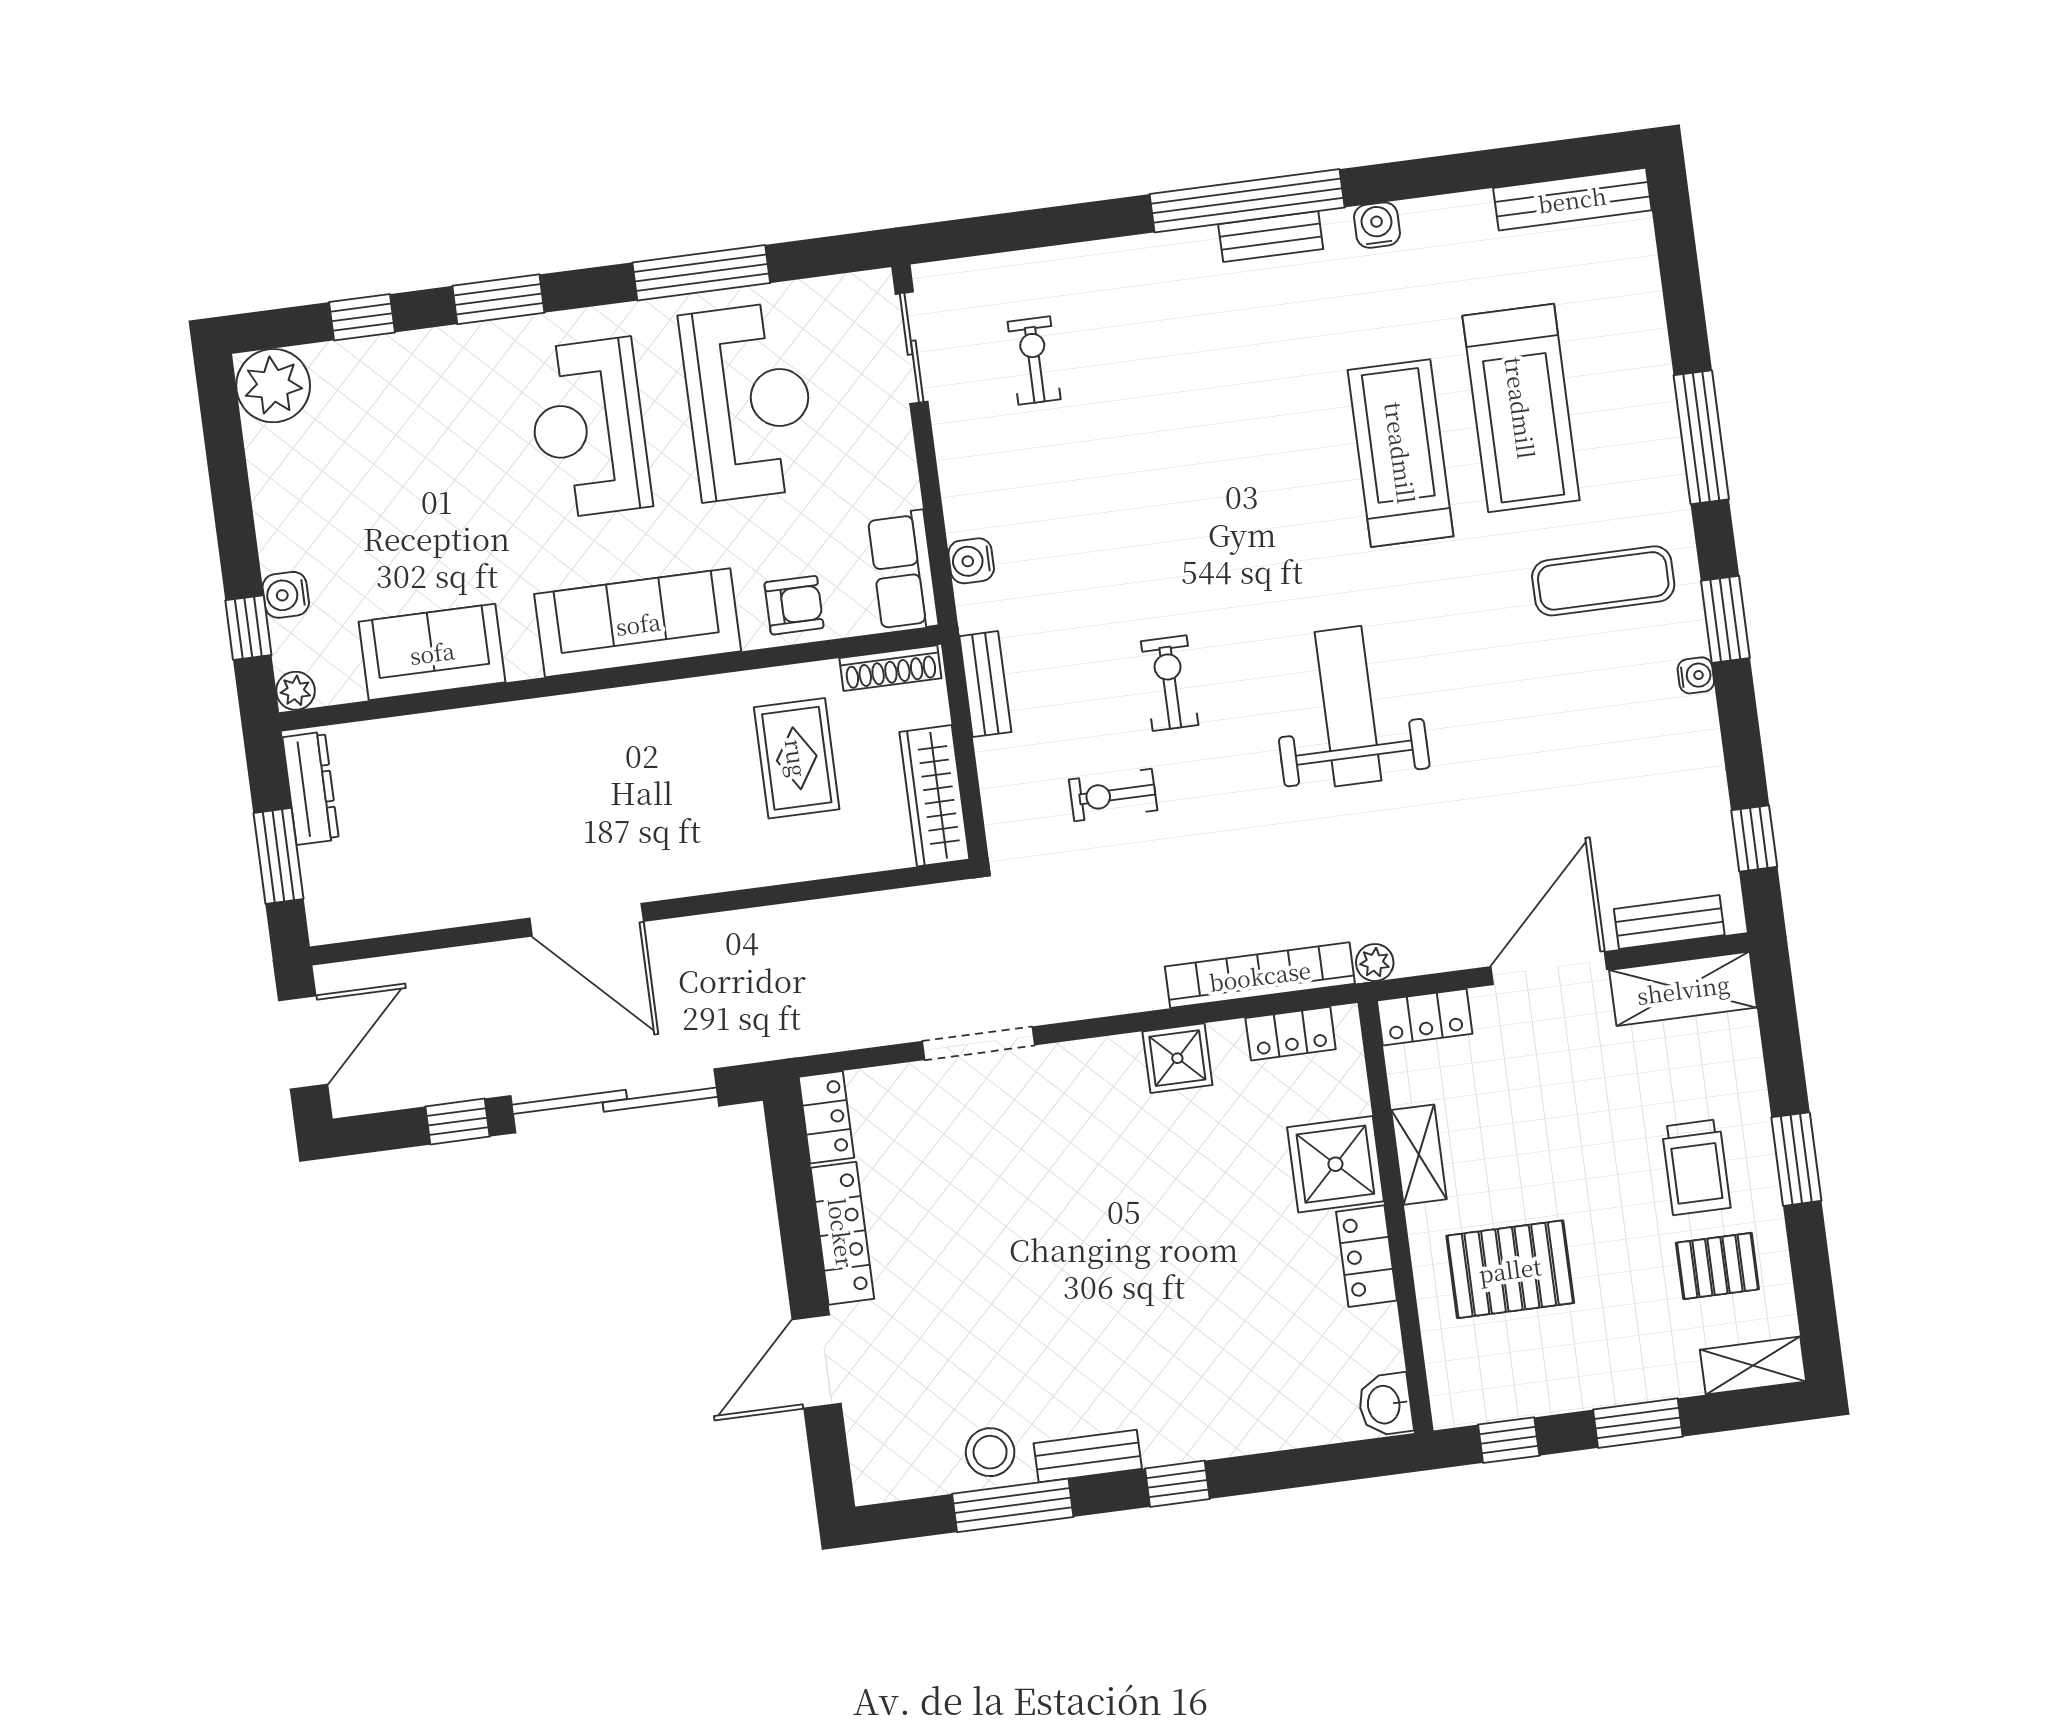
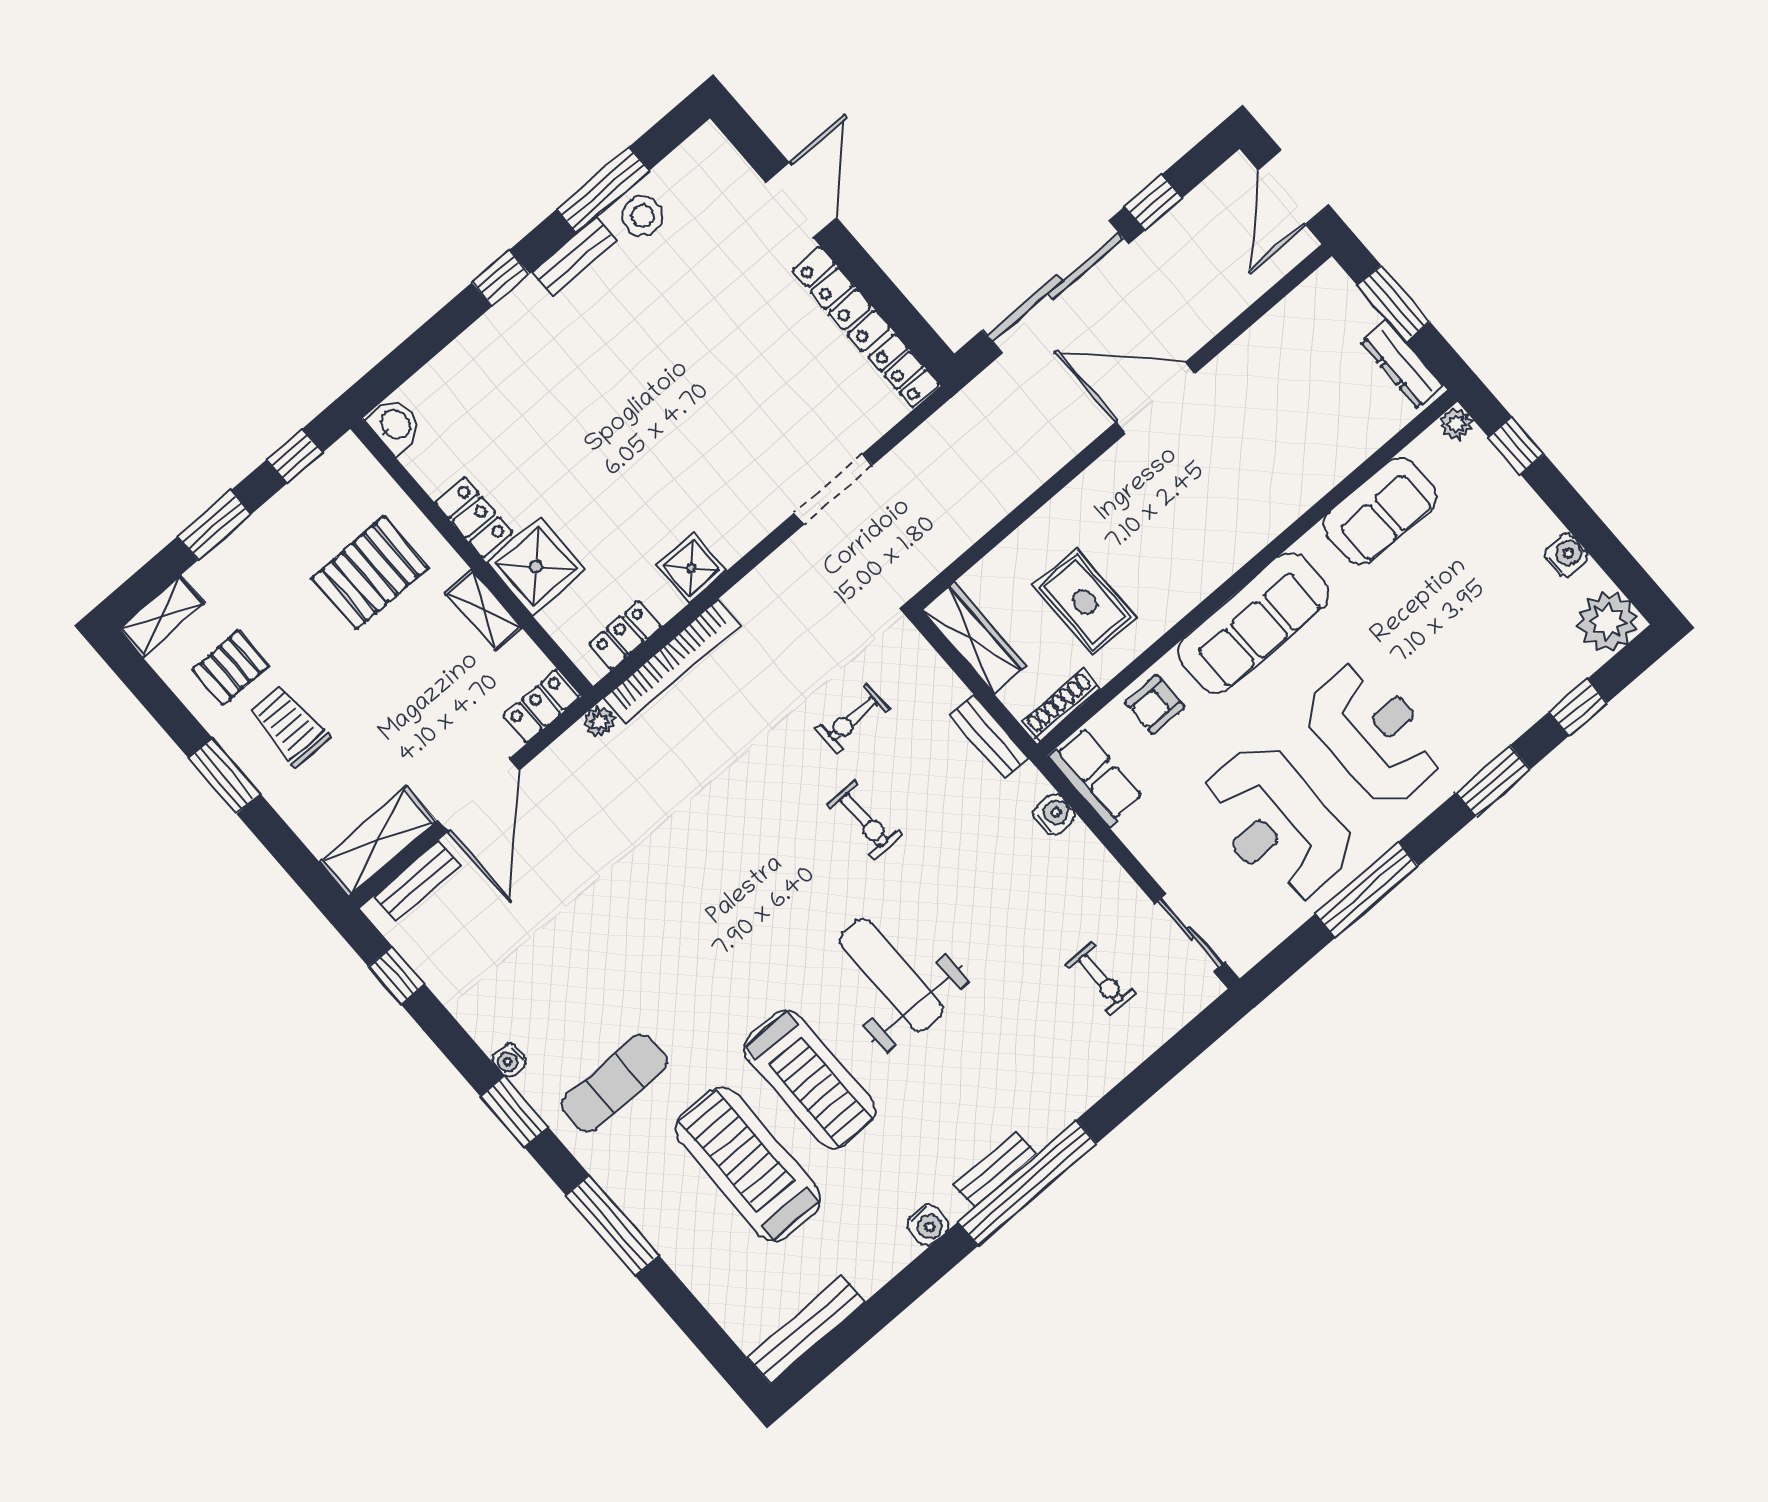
water cooler: (286, 595) -> (1566, 555), moved
weight bench: (1348, 706) -> (891, 975), moved, turned 180
exercise bike: (1113, 795) -> (853, 718), turned 180

